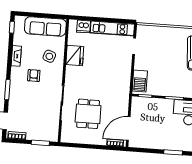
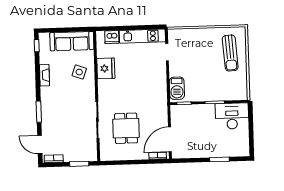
armchair: (34, 75) -> (65, 94), removed

